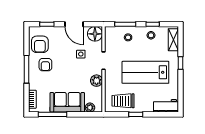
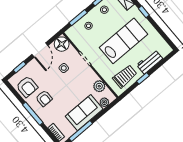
door: (74, 24) -> (40, 50), hinge flipped
lab bench: (145, 72) -> (124, 41), turned 180
plant: (97, 81) -> (99, 86), moved
trolley: (123, 101) -> (125, 76), turned 180
workbench: (166, 106) -> (150, 62), moved

